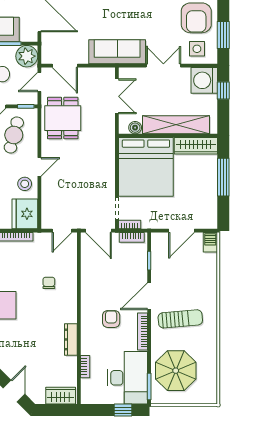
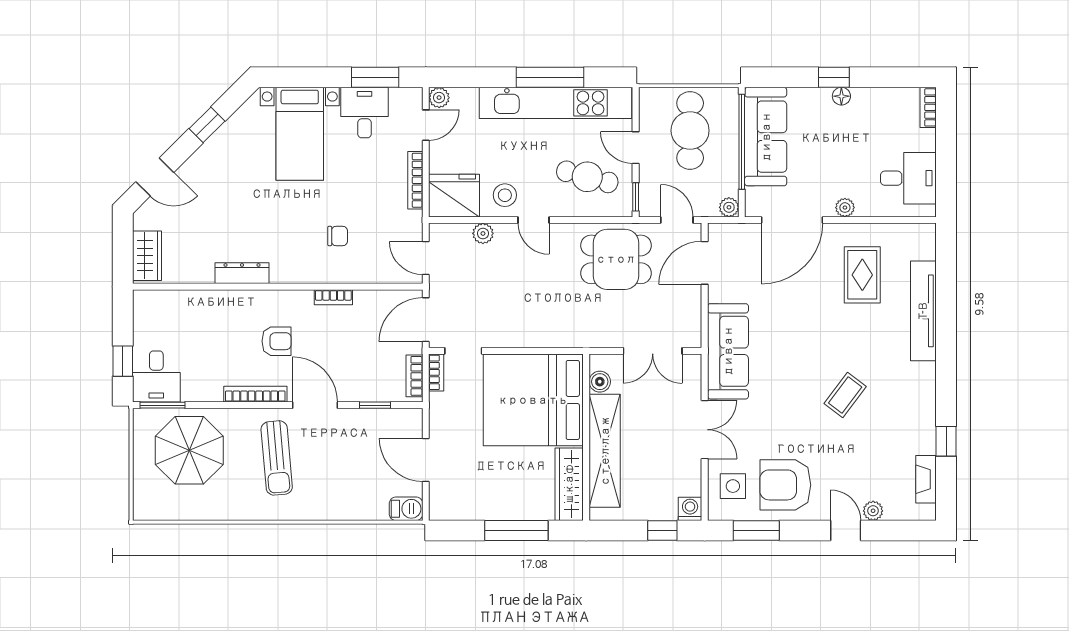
plant: (27, 56) -> (729, 207), width x0.53, depth x0.53
washing machine: (204, 80) -> (690, 509), width x0.53, depth x0.53
plant: (47, 197) -> (483, 233), added
bookcase: (85, 367) -> (333, 297), moved
desk: (127, 378) -> (156, 376), width x0.53, depth x0.77

